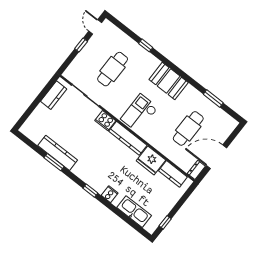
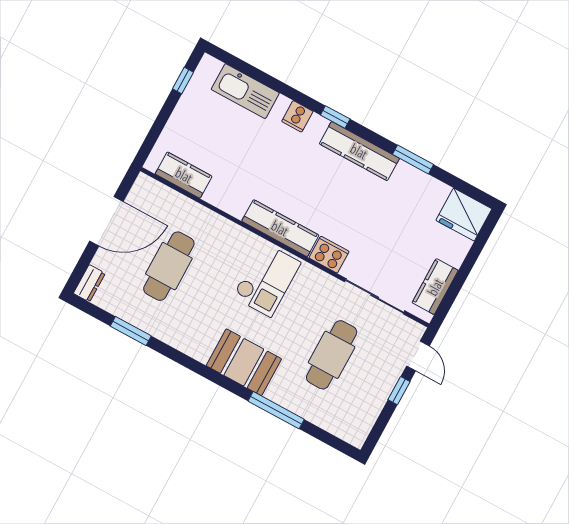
door: (95, 27) -> (418, 356), moved
window: (146, 45) -> (276, 410), width x2.17
booth: (169, 81) -> (244, 362), moved
kitchen counter: (58, 153) -> (359, 151), moved
fridge: (151, 160) -> (464, 215), moved, turned 180
dresser: (196, 170) -> (89, 283), moved

